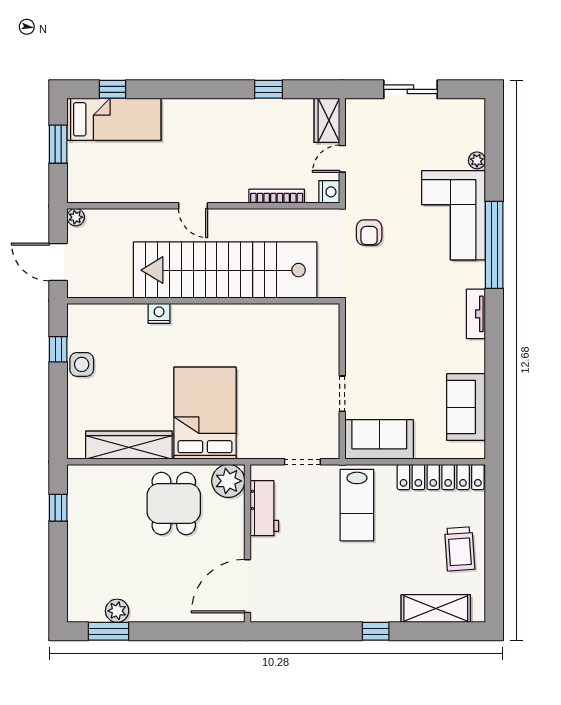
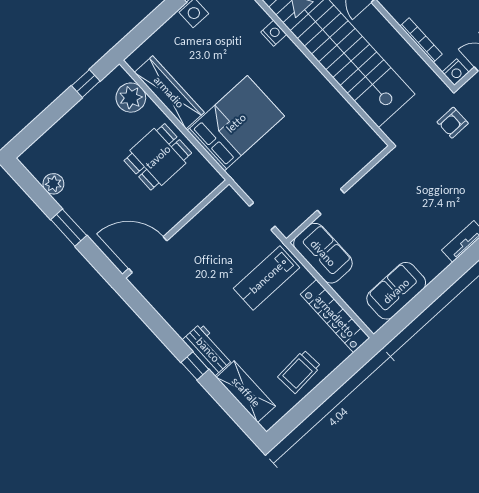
plant: (228, 481) -> (131, 98), moved
workbench: (264, 508) -> (208, 350), moved, turned -90
window: (108, 631) -> (69, 228), moved

